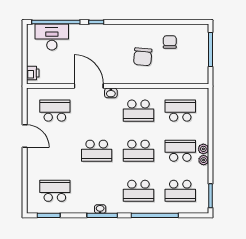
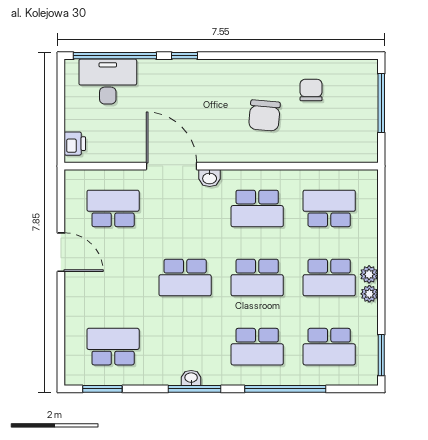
school desk: (180, 151) -> (329, 278), turned 180

